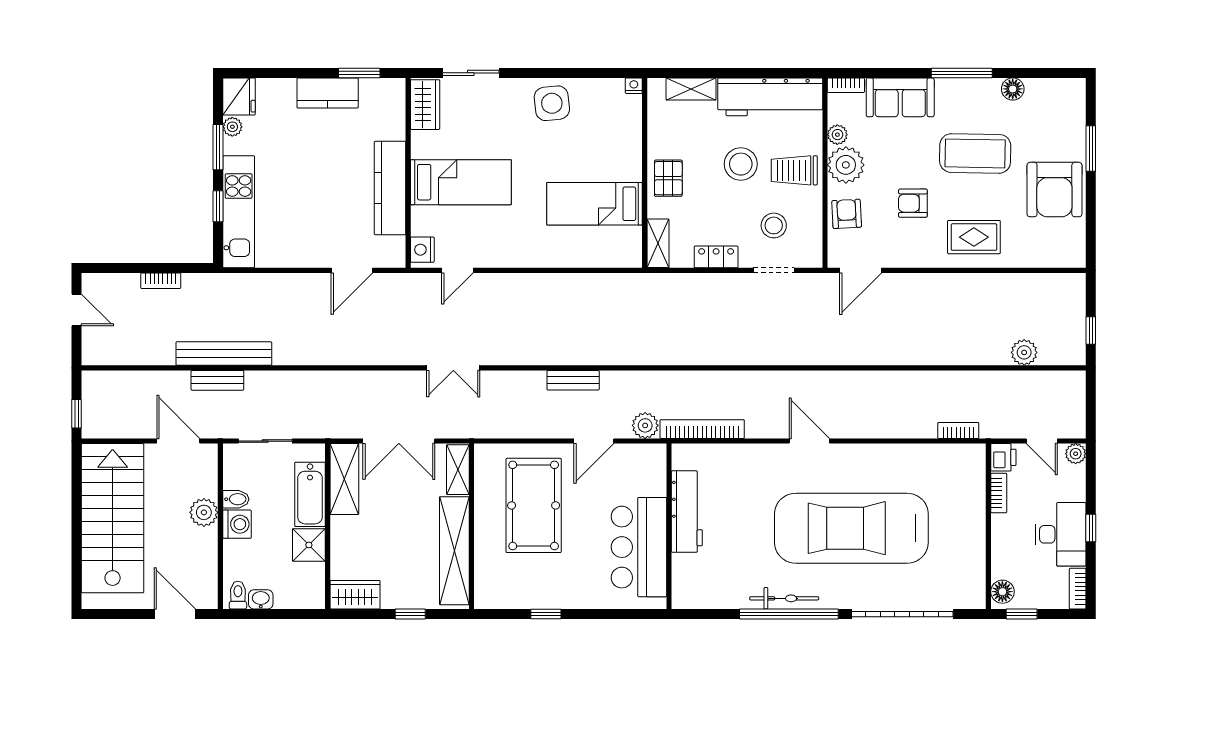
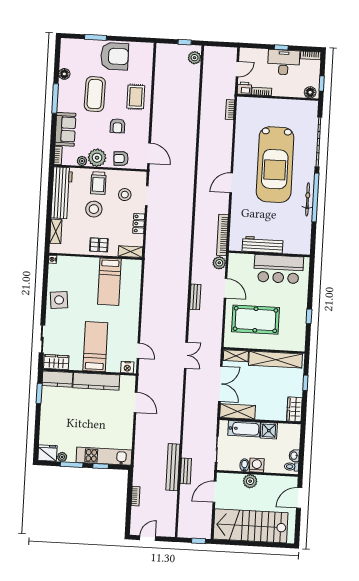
kitchen counter: (328, 93) -> (57, 379), moved, turned 90
plant: (1024, 352) -> (195, 58), moved
plant: (1076, 454) -> (244, 53), removed

